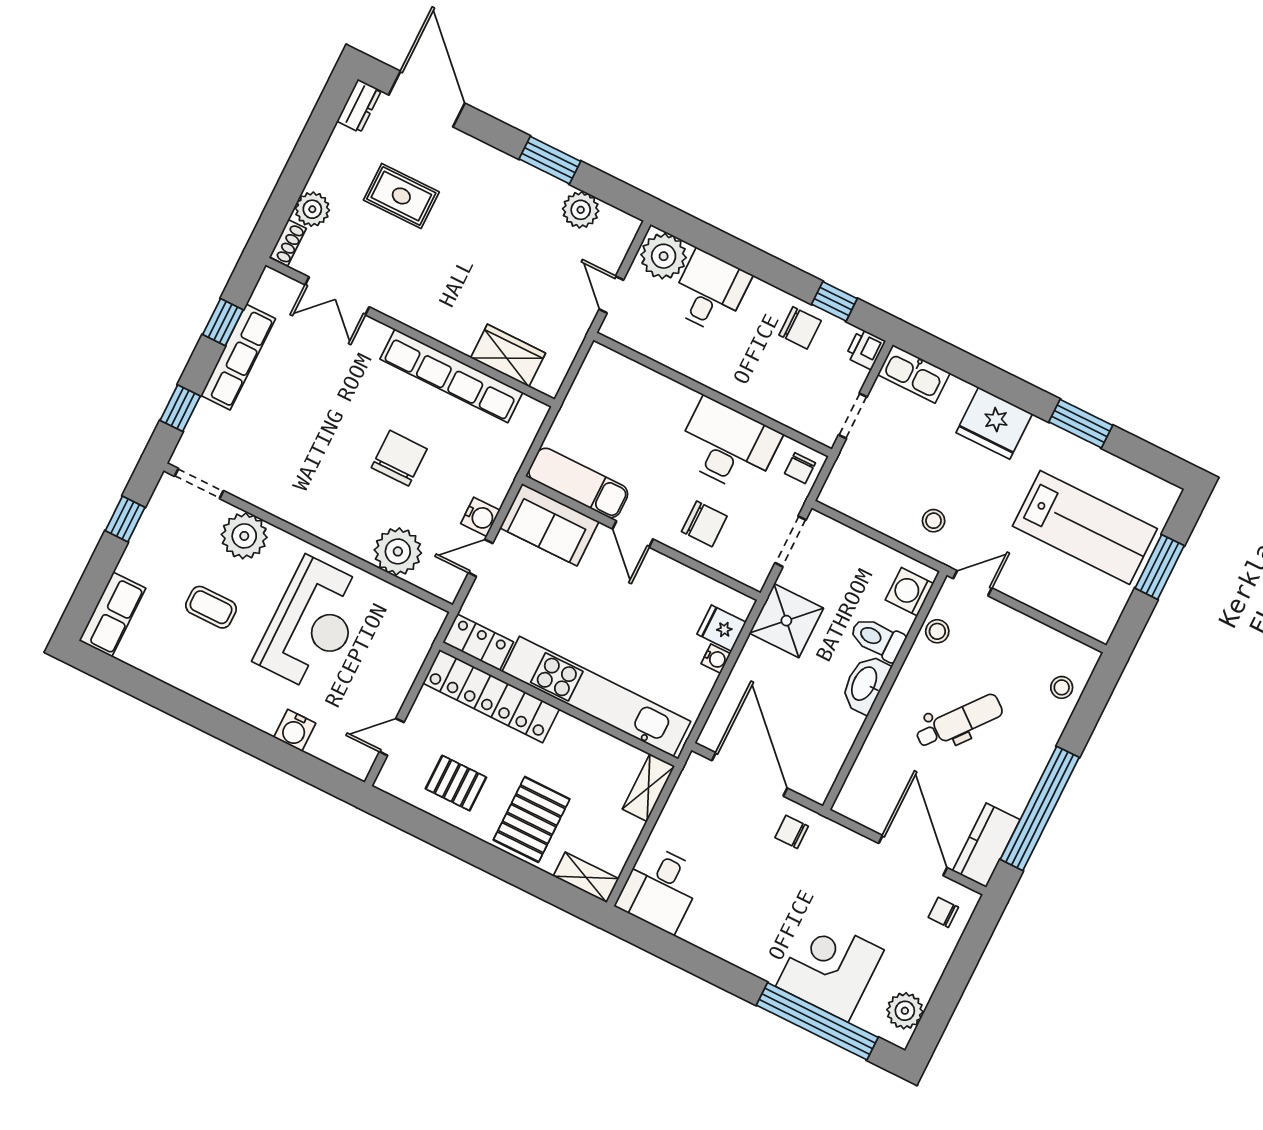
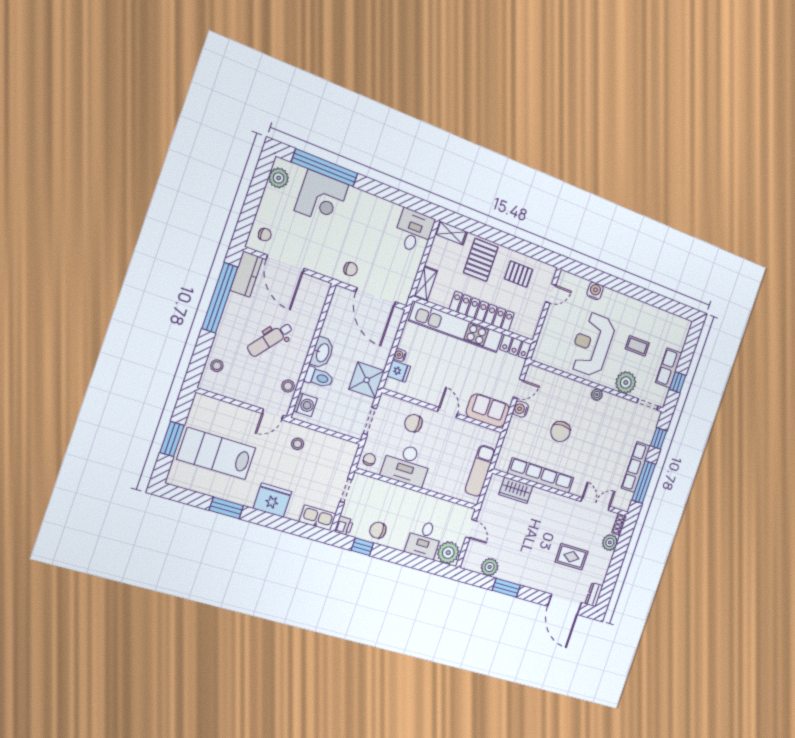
window: (223, 322) -> (644, 482), width x2.17
exam couch: (578, 483) -> (480, 471), moved, turned 90
plant: (398, 551) -> (597, 395), moved, width x0.53, depth x0.53
row of seats: (112, 614) -> (669, 368), moved
locker: (491, 696) -> (482, 311), moved

